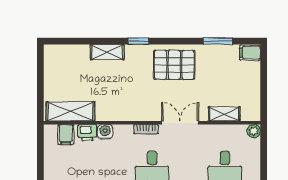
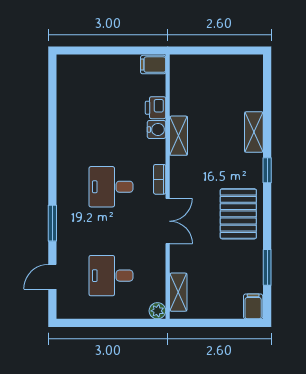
shelving: (70, 111) -> (179, 136), moved, width x0.67, depth x0.75
shelving: (224, 114) -> (178, 292), moved
filing cabinet: (66, 135) -> (153, 65), moved

